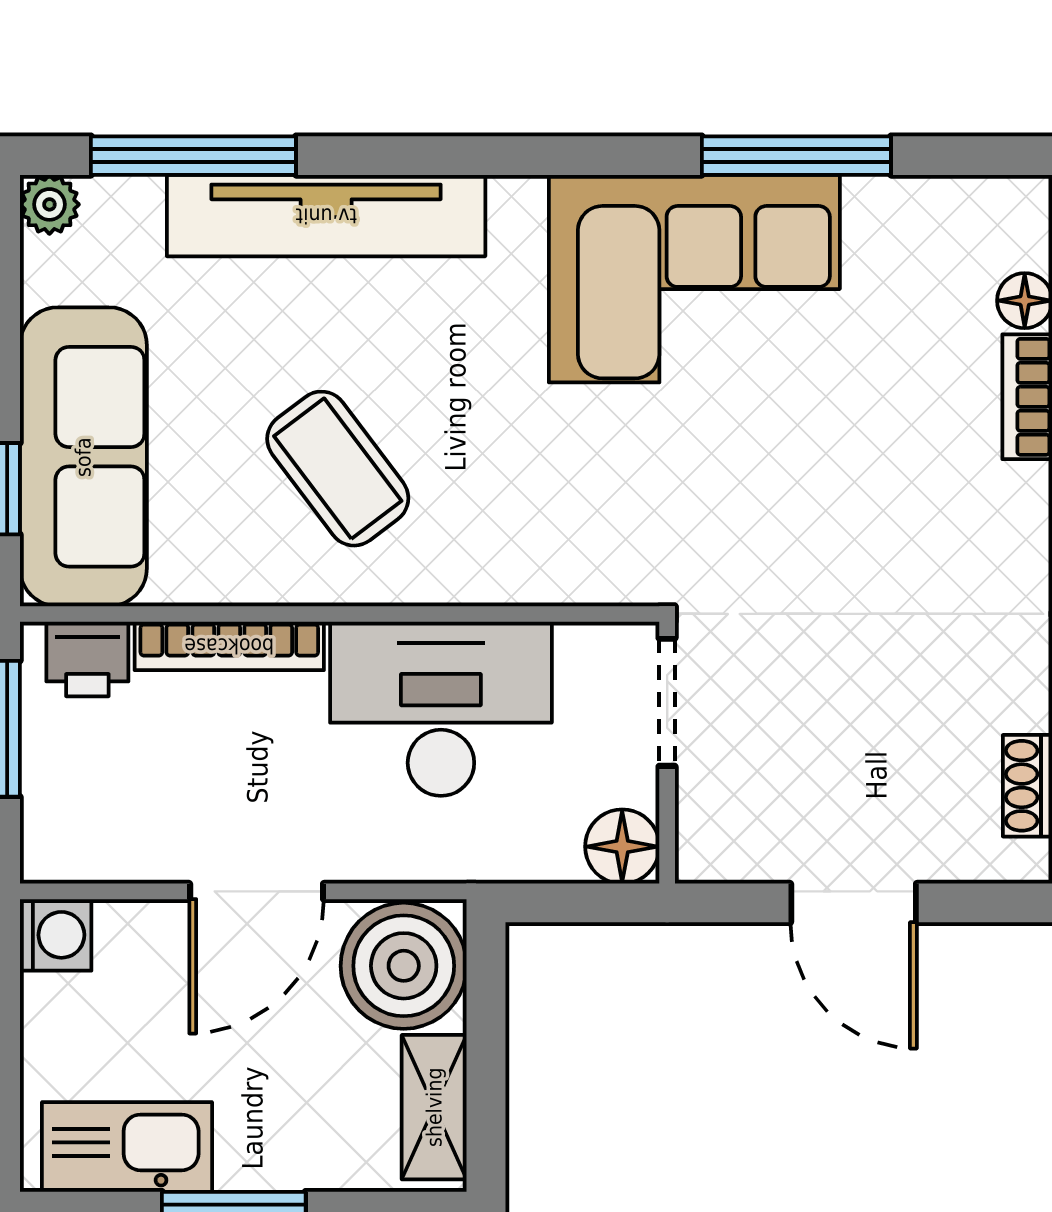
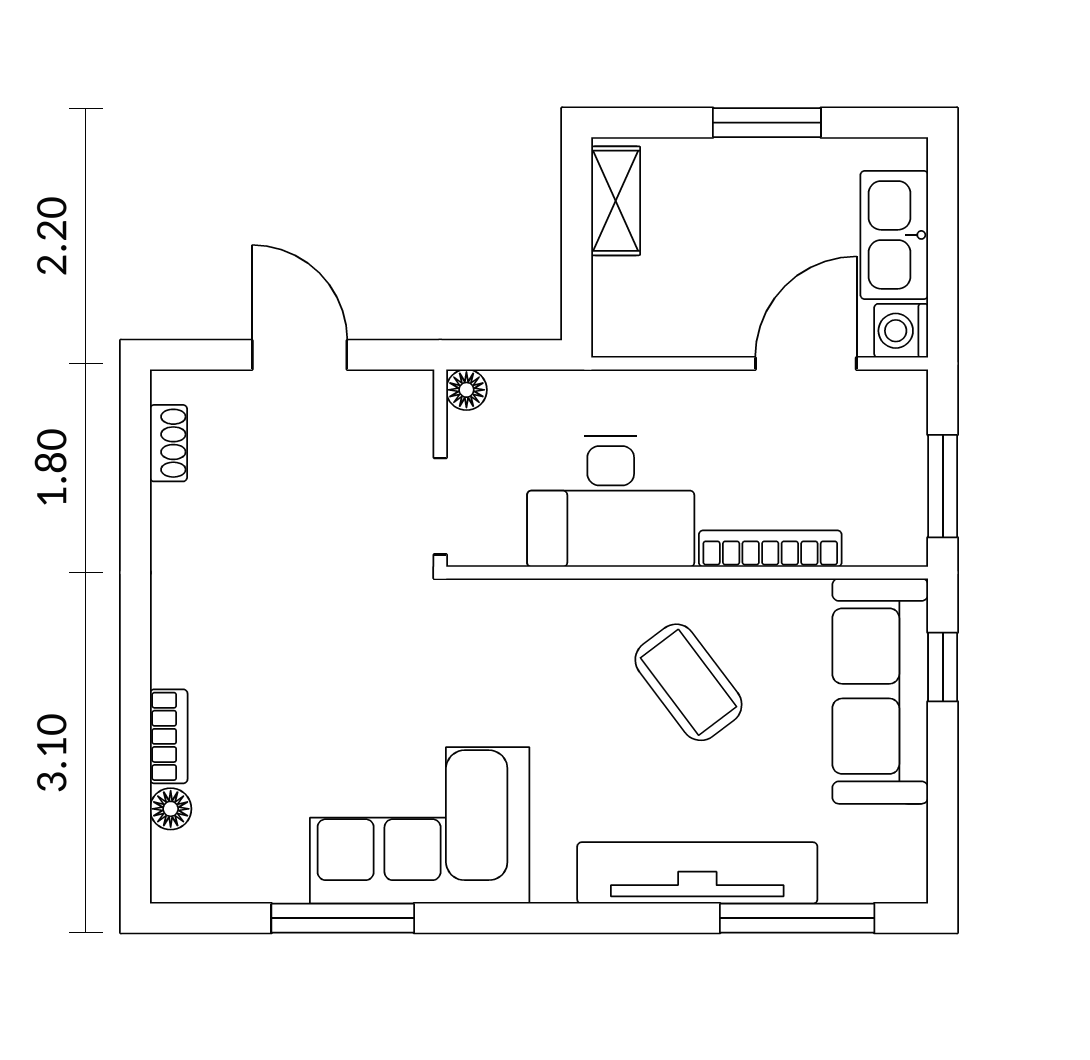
plant: (49, 204) -> (906, 881), removed
printer: (87, 659) -> (877, 539), removed
floor lamp: (622, 847) -> (466, 390), width x0.73, depth x0.73
door: (257, 891) -> (806, 364), moved
boiler: (404, 966) -> (639, 307), removed
kitchen sink: (127, 1147) -> (894, 235), moved, turned 90

